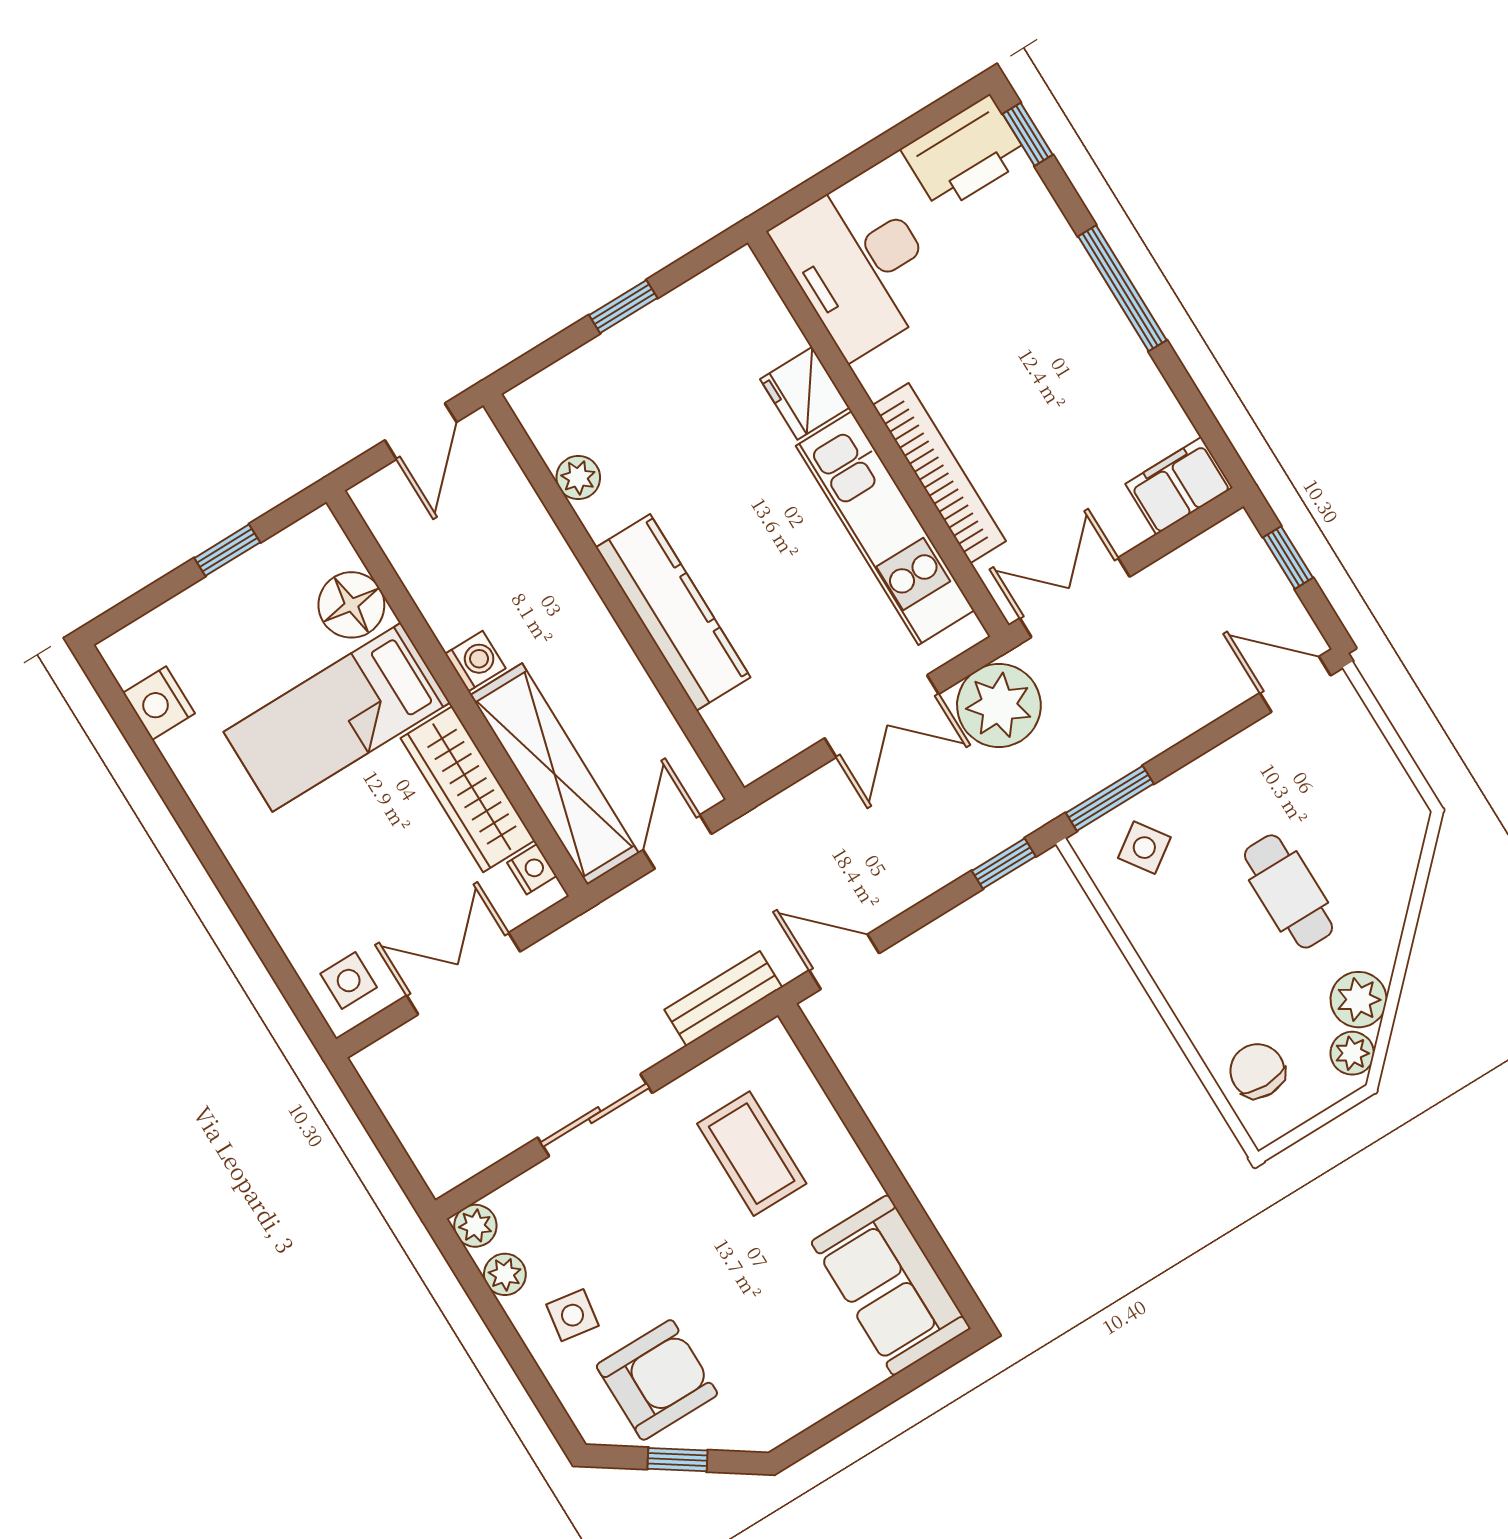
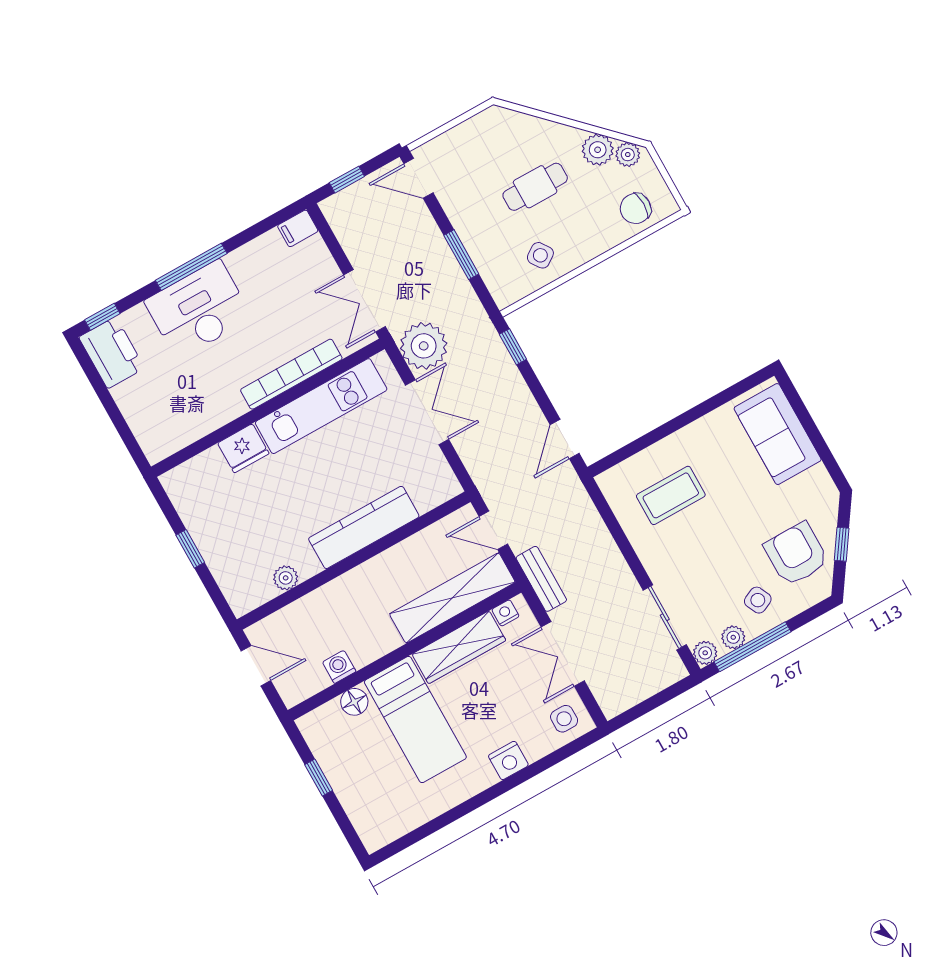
desk: (859, 266) -> (198, 309), moved, turned 180
filing cabinet: (1179, 486) -> (298, 228), width x0.50
floor lamp: (351, 605) -> (354, 702), width x0.73, depth x0.73
washing machine: (475, 661) -> (339, 667), moved
door: (1295, 684) -> (418, 178), hinge flipped
nightstand: (159, 703) -> (508, 760), moved
window: (1110, 798) -> (461, 255), moved
side table: (1144, 848) -> (540, 255), moved
bench: (723, 999) -> (541, 579), moved
sliding door: (595, 1115) -> (665, 617), moved
sofa: (891, 1285) -> (778, 434), moved, turned 90
window: (490, 1309) -> (753, 647), added
side table: (572, 1315) -> (758, 600), turned -34

